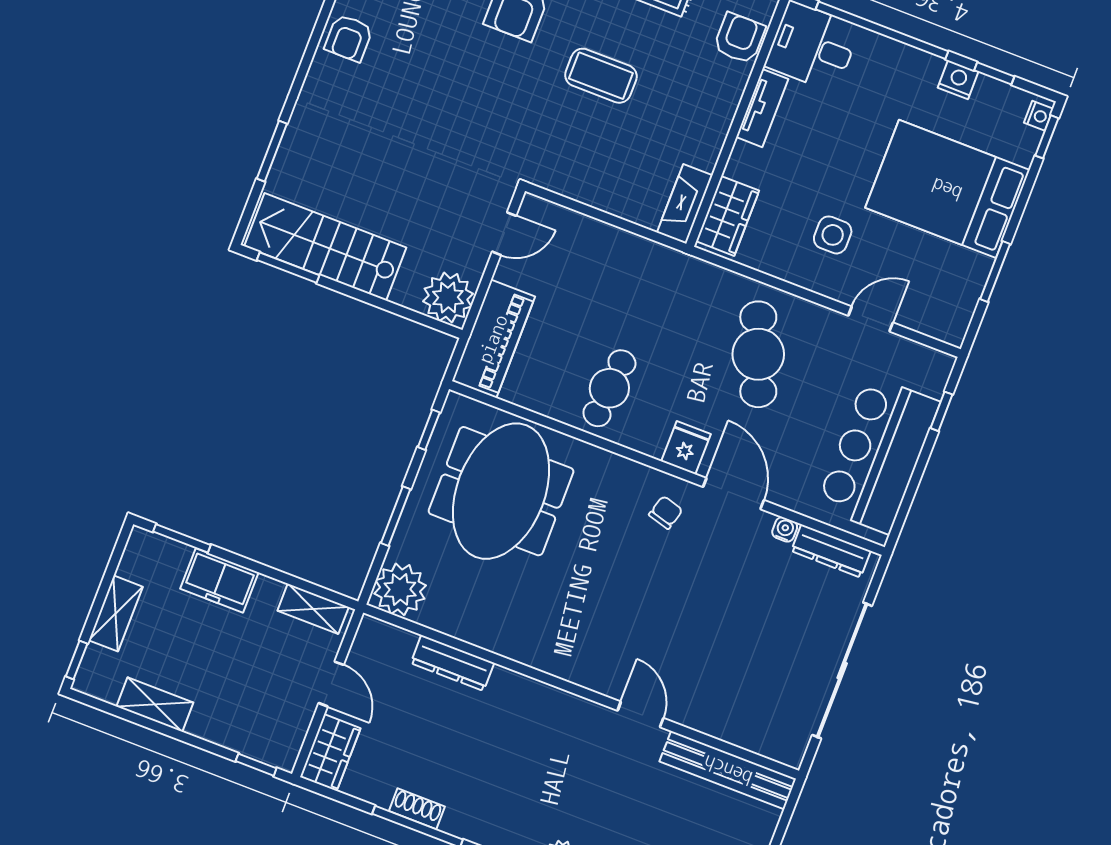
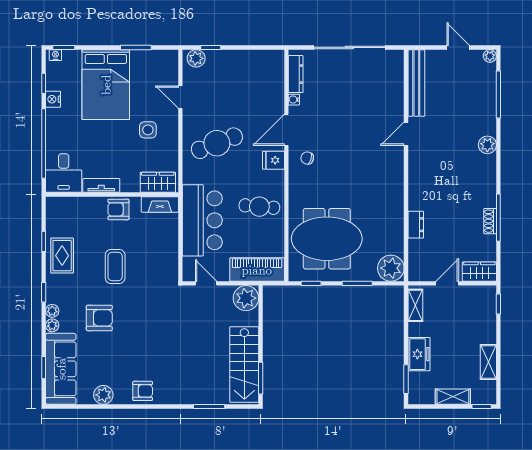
armchair: (739, 38) -> (118, 209), moved
plant: (932, 376) -> (196, 58), added
bar counter: (878, 454) -> (202, 220), moved, turned -90
dresser: (452, 663) -> (416, 225), width x0.70

